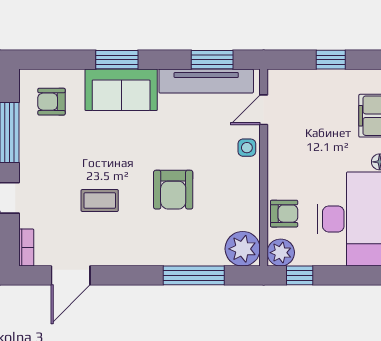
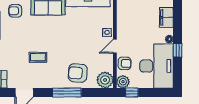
door: (264, 110) -> (115, 46), moved
armchair: (173, 190) -> (78, 73), moved, turned 94
window: (194, 275) -> (67, 93), moved

